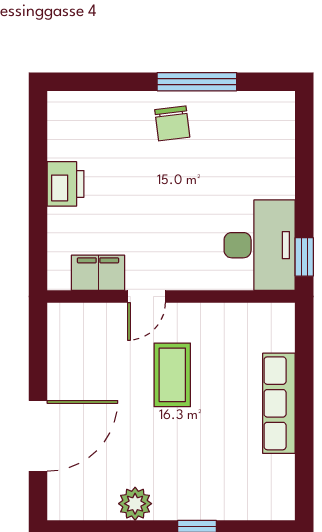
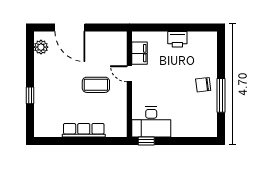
plant: (135, 504) -> (41, 47), moved

